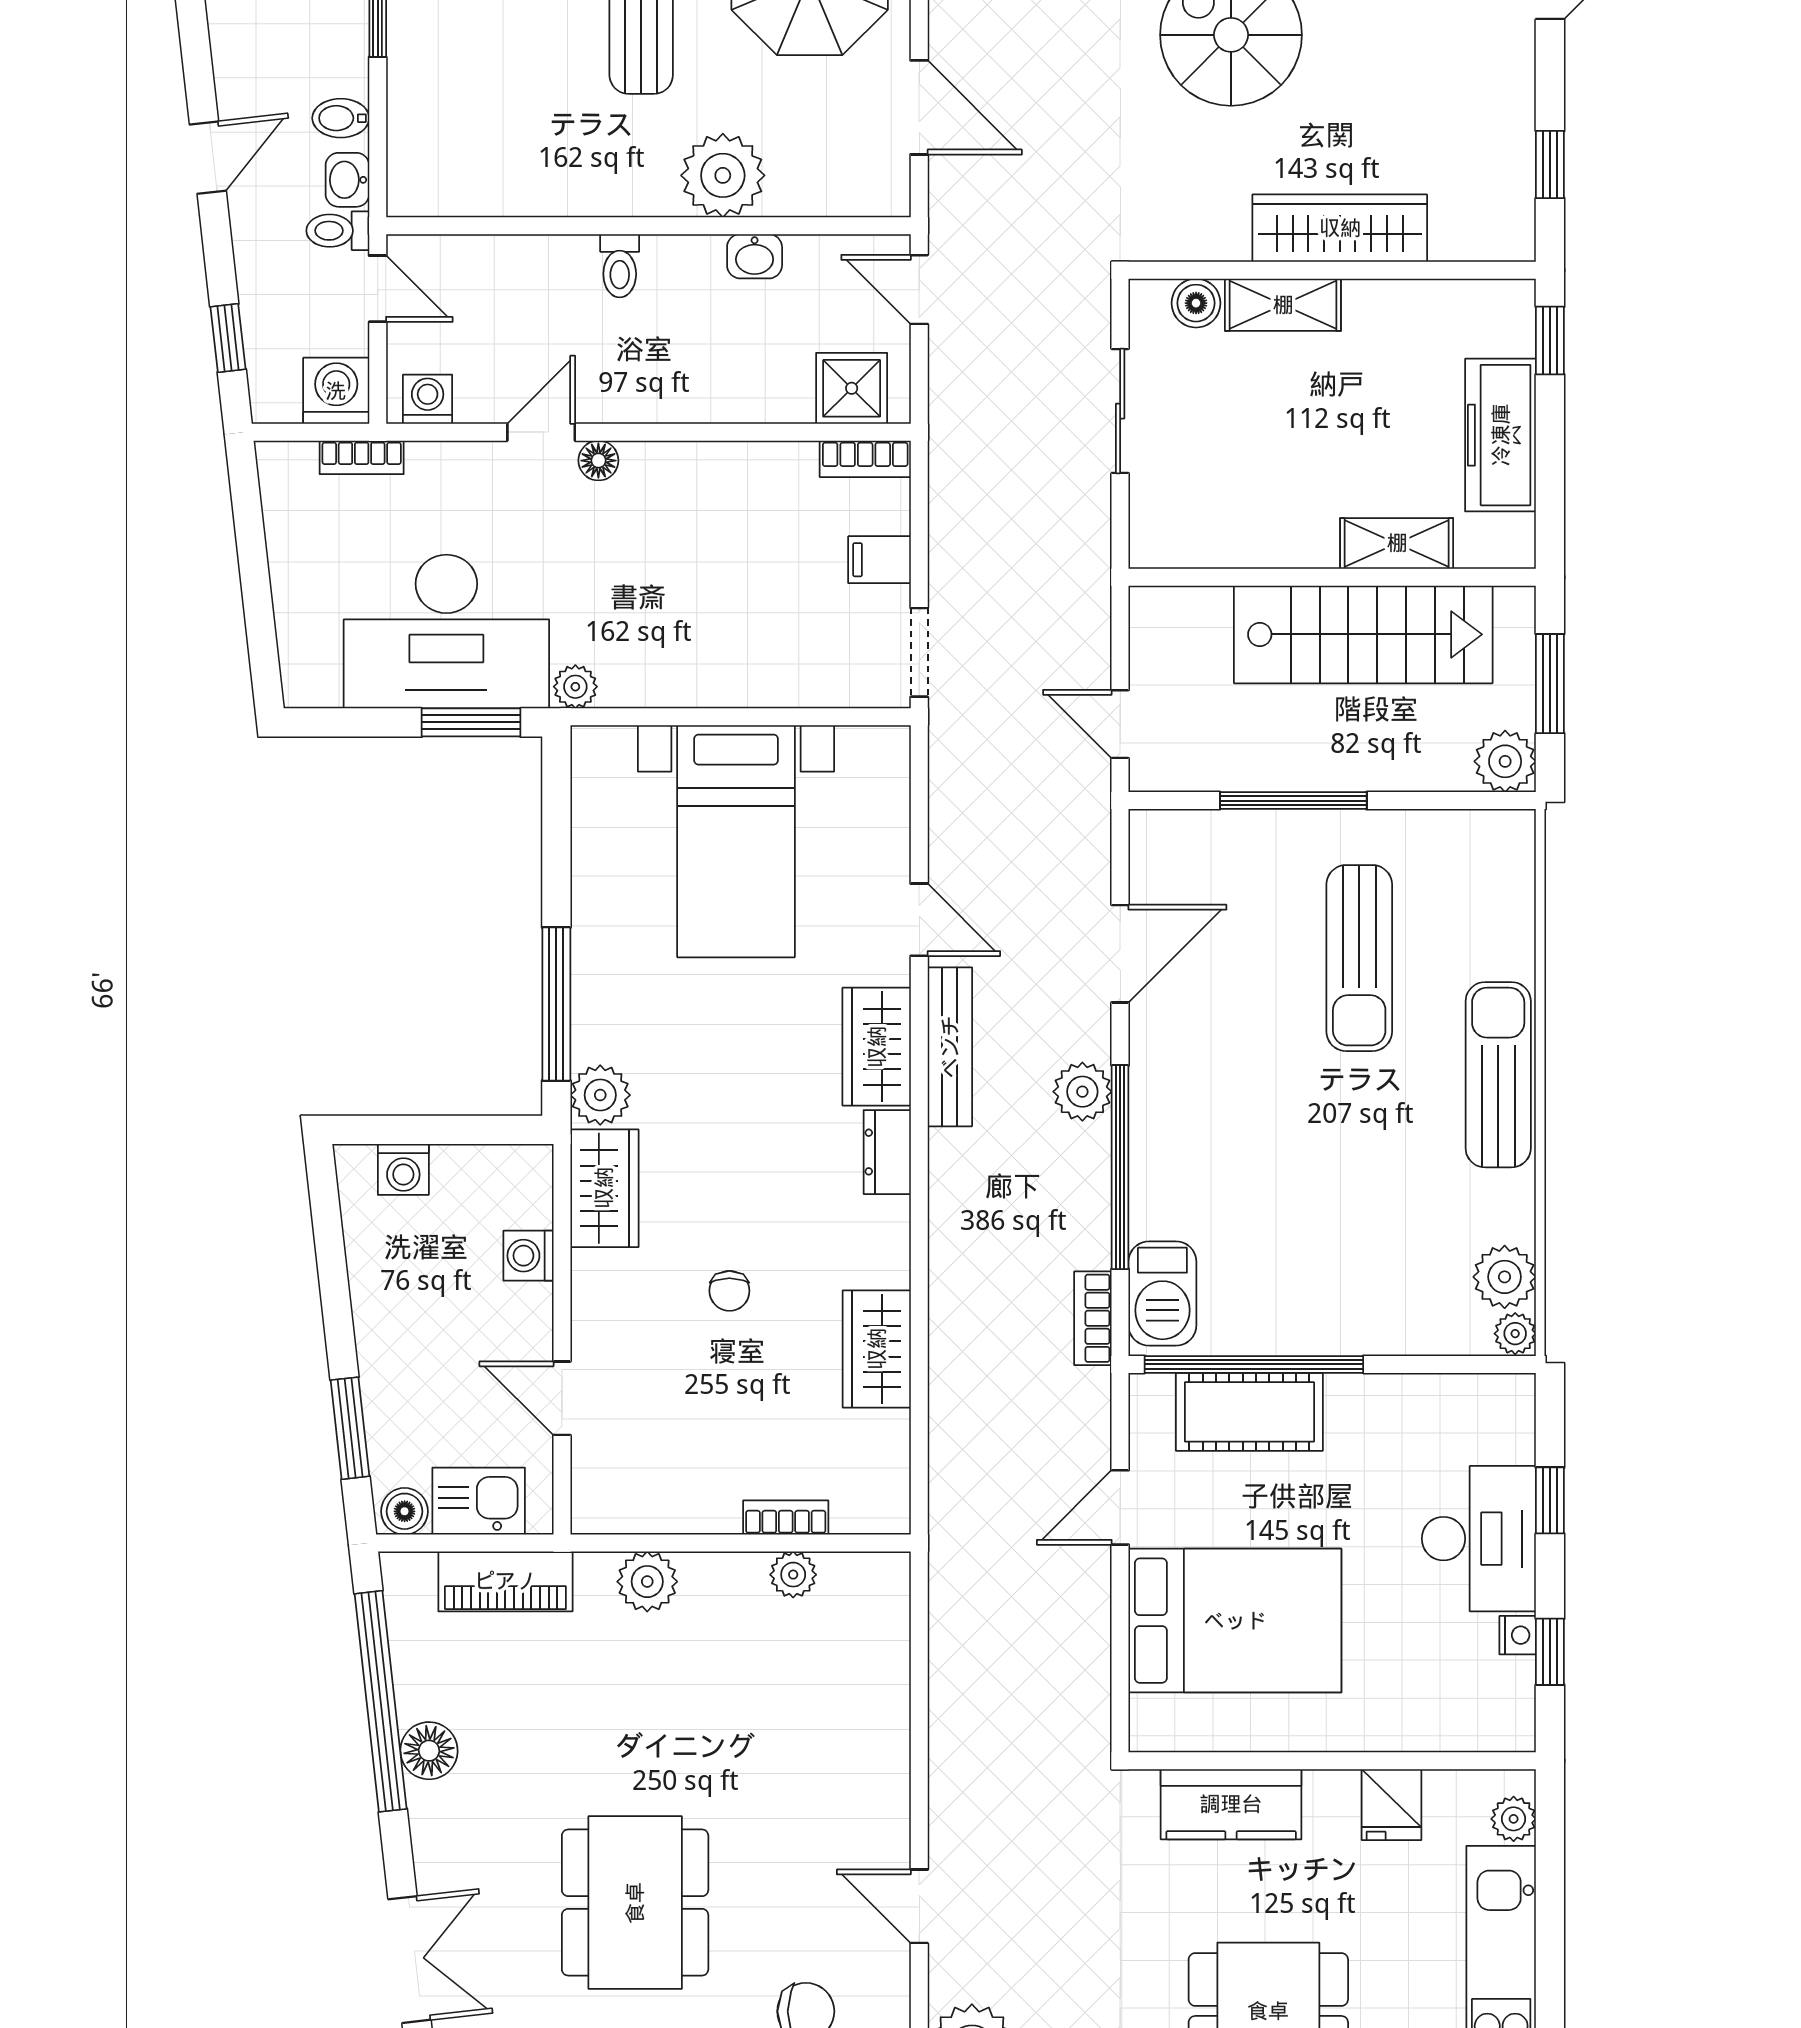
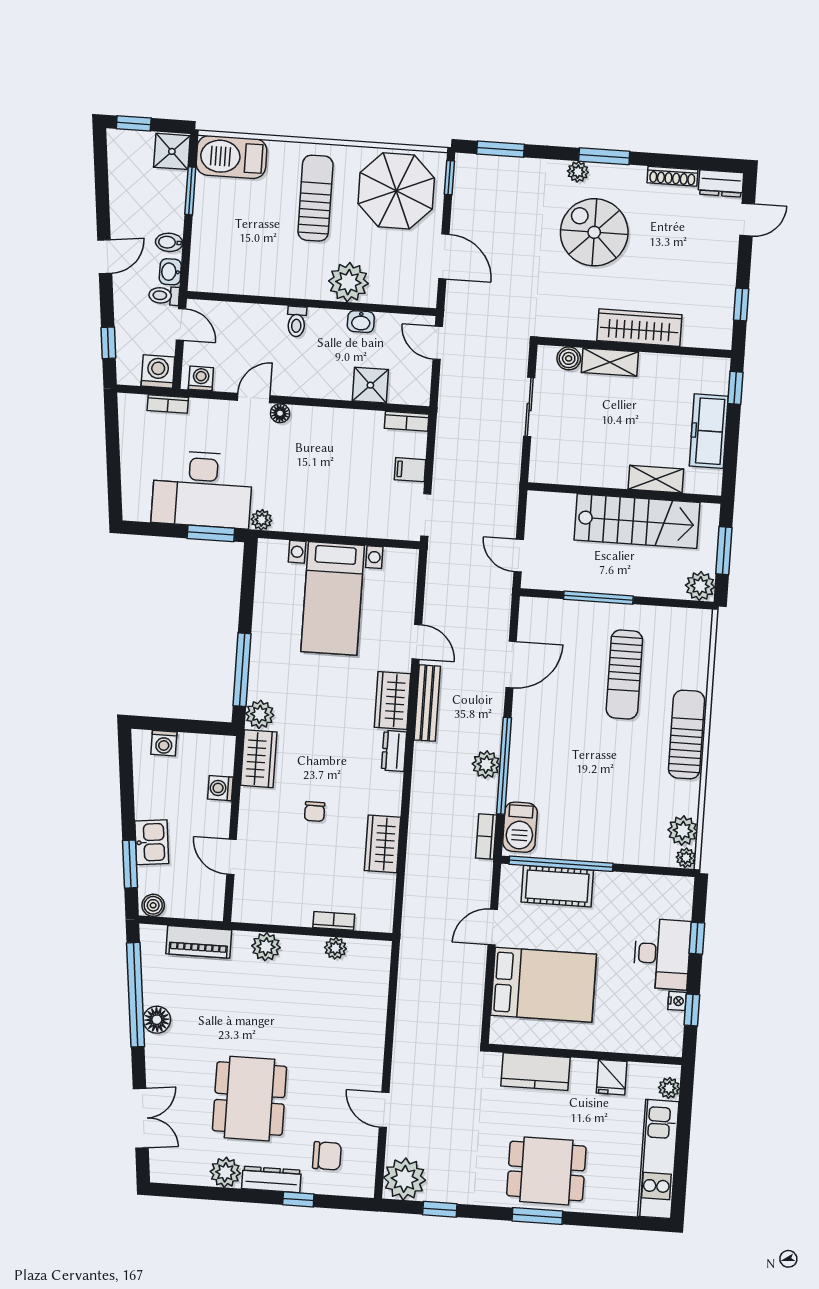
shower: (852, 388) -> (370, 385), moved
plant: (1082, 1092) -> (486, 765), moved
kitchen sink: (479, 1501) -> (152, 842), moved, turned 84

